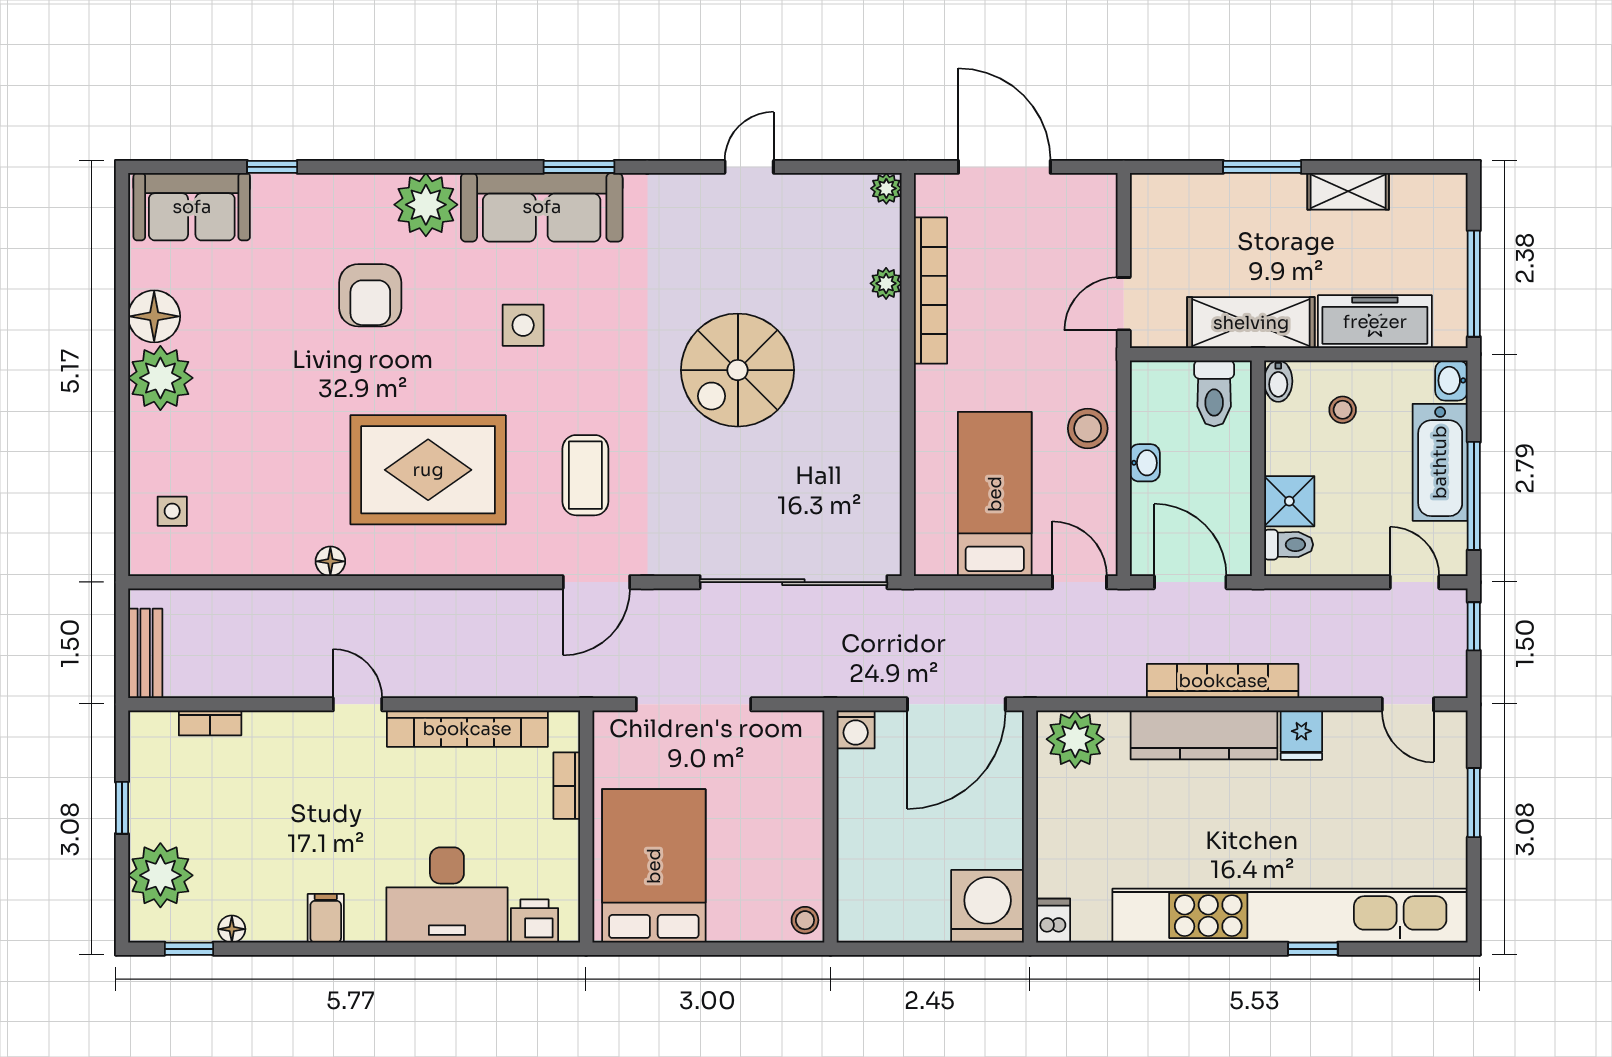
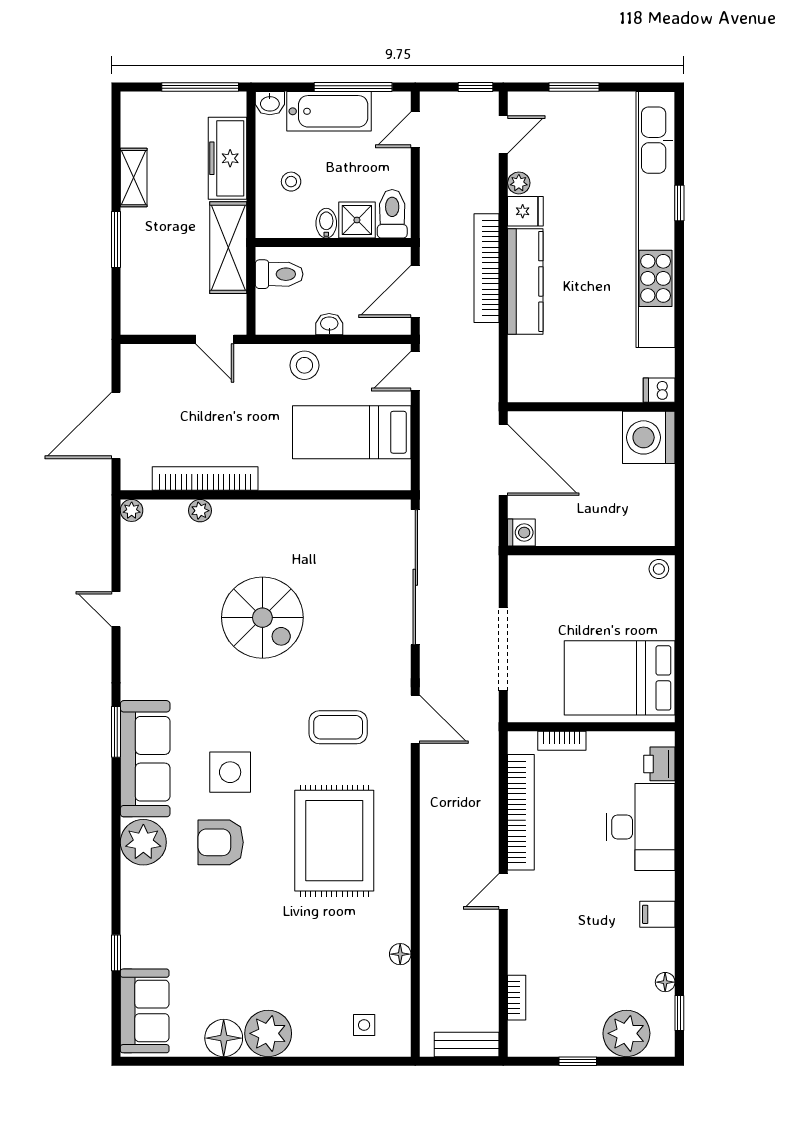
armchair: (370, 295) -> (221, 842), moved, turned 180
side table: (523, 325) -> (230, 772), width x1.37, depth x1.37
bidet: (1278, 381) -> (326, 223), moved, turned -90
toilet: (1289, 545) -> (392, 214), width x1.37, depth x1.39
floor lamp: (330, 561) -> (400, 954), moved
window: (1474, 626) -> (476, 87), moved
plant: (1075, 739) -> (519, 183), moved, width x0.53, depth x0.53

